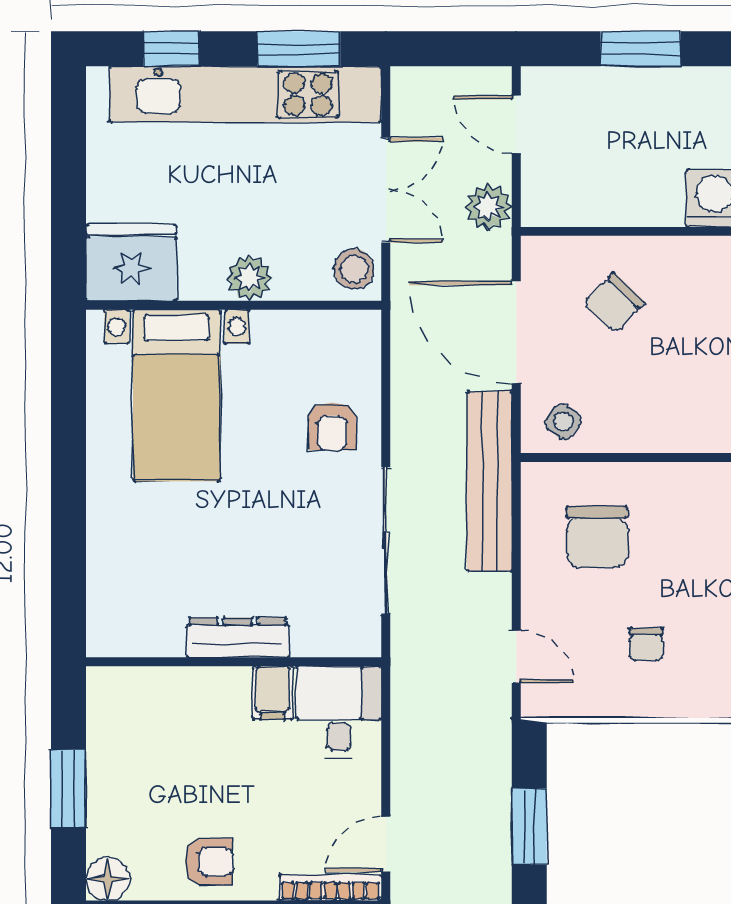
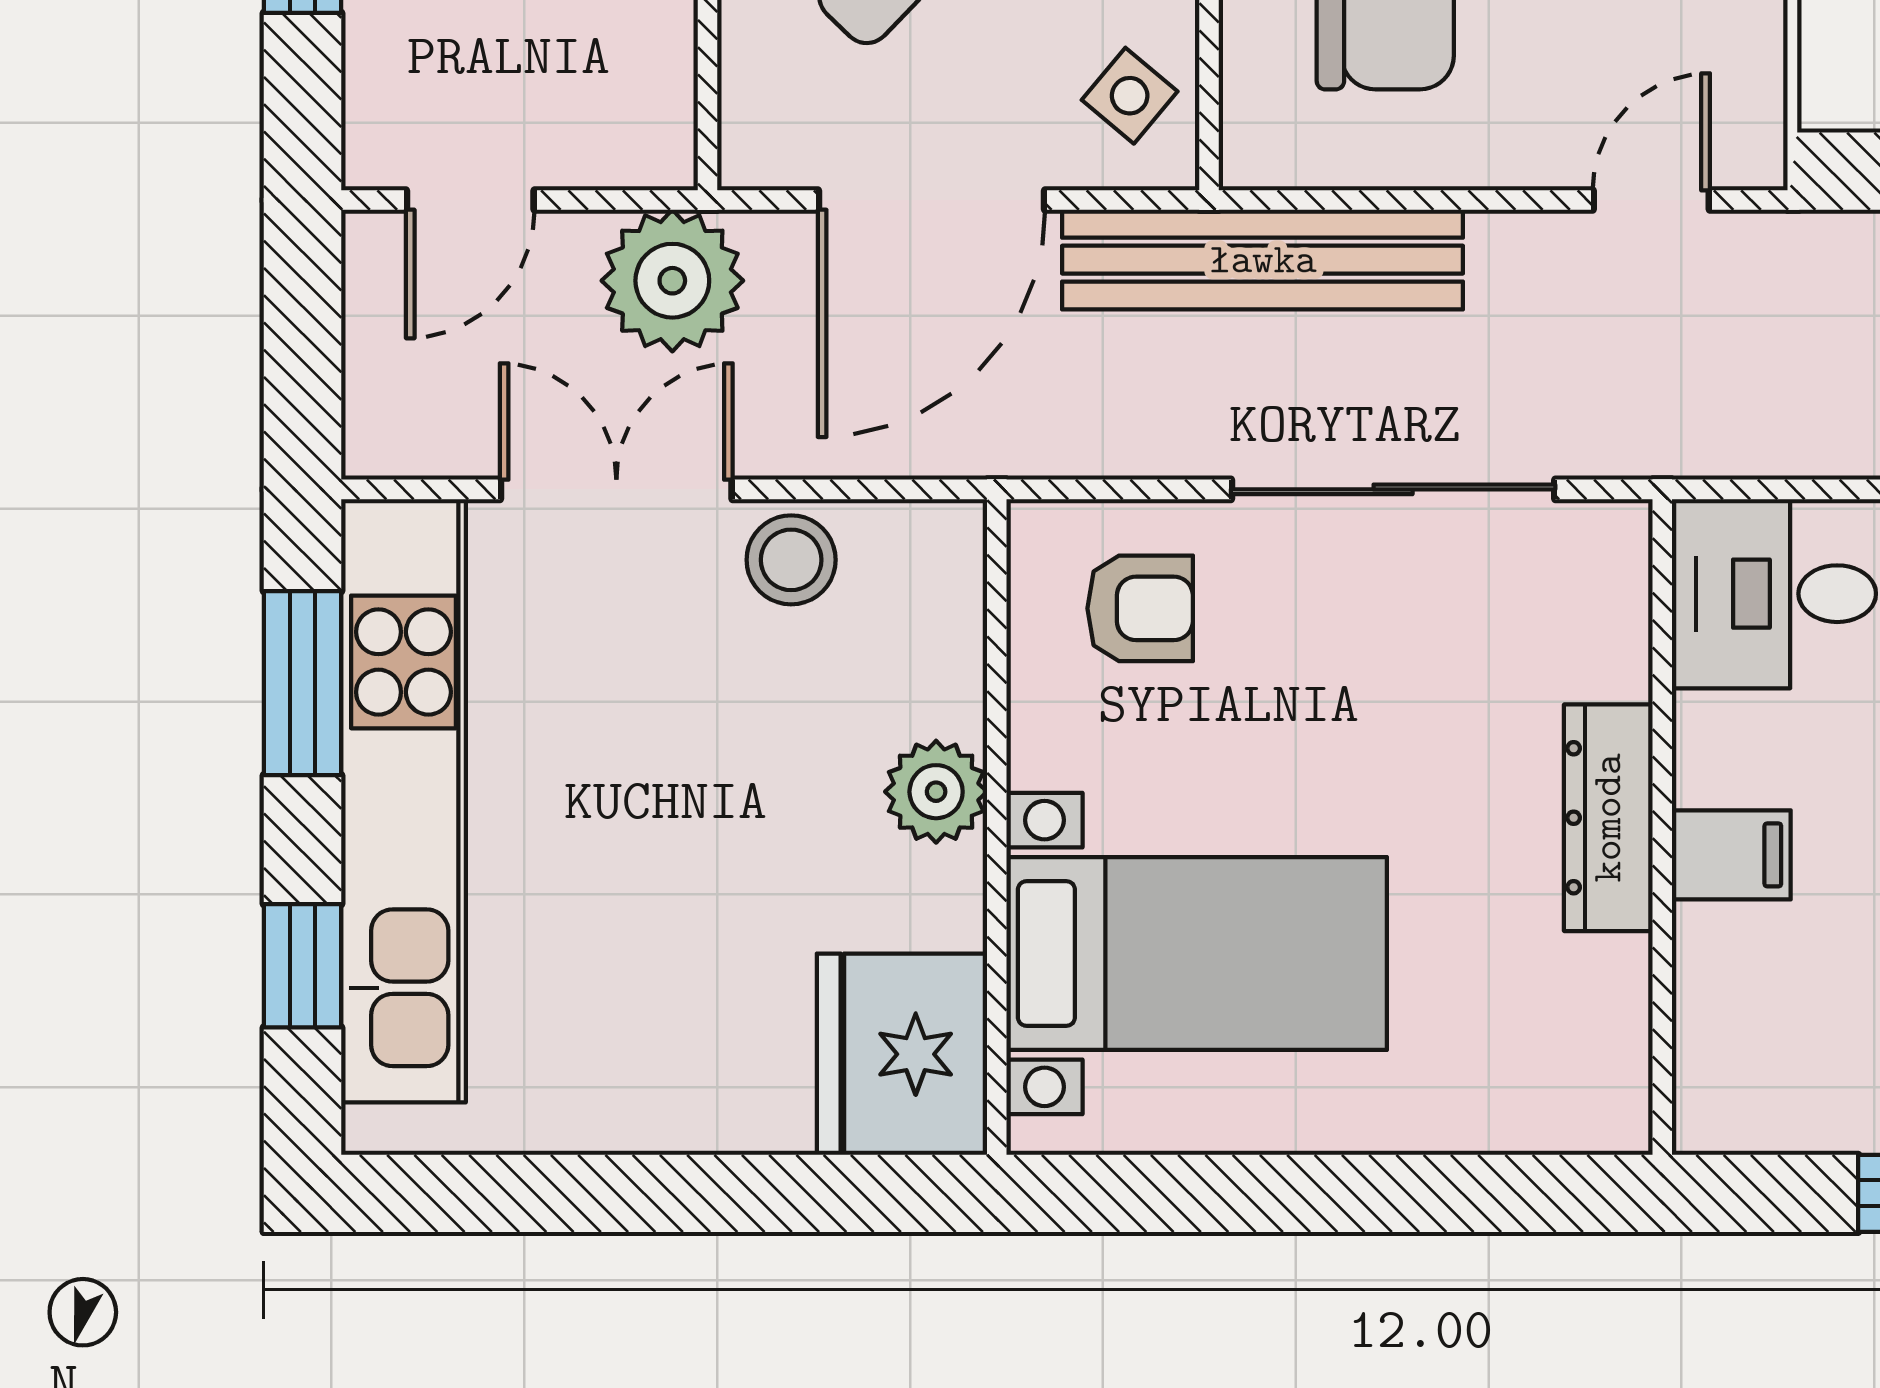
plant: (488, 207) -> (672, 281), width x1.36, depth x1.36
fridge: (131, 263) -> (902, 1054), moved
plant: (250, 278) -> (936, 792), moved
wall: (234, 305) -> (997, 827), moved
bed with nightstands: (177, 395) -> (1197, 953), moved
filing cabinet: (273, 693) -> (1731, 855), moved

